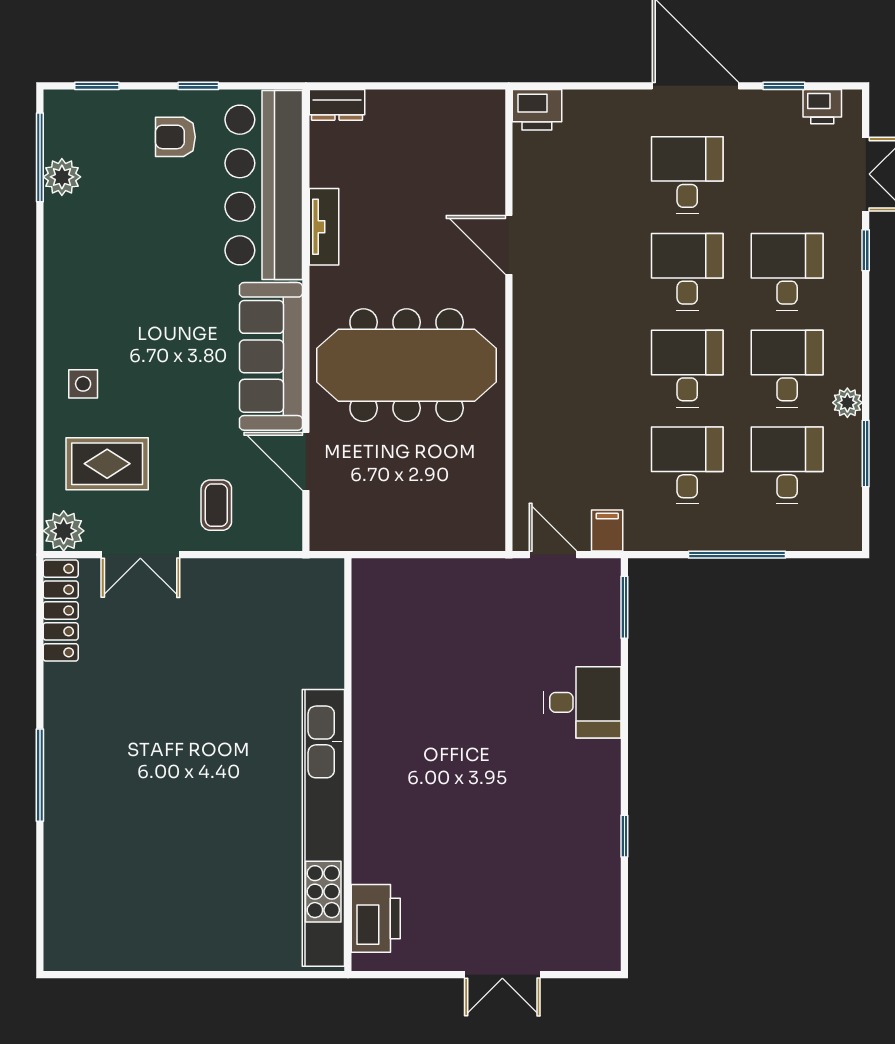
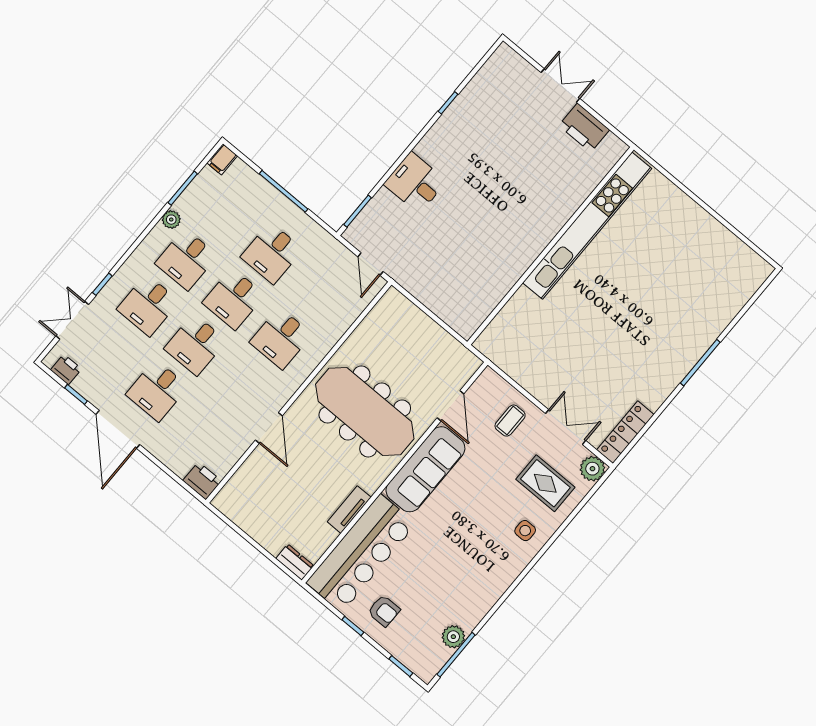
desk: (787, 465) -> (281, 338), moved
filing cabinet: (607, 531) -> (222, 159), moved
printer: (376, 918) -> (584, 128), moved, turned -90

